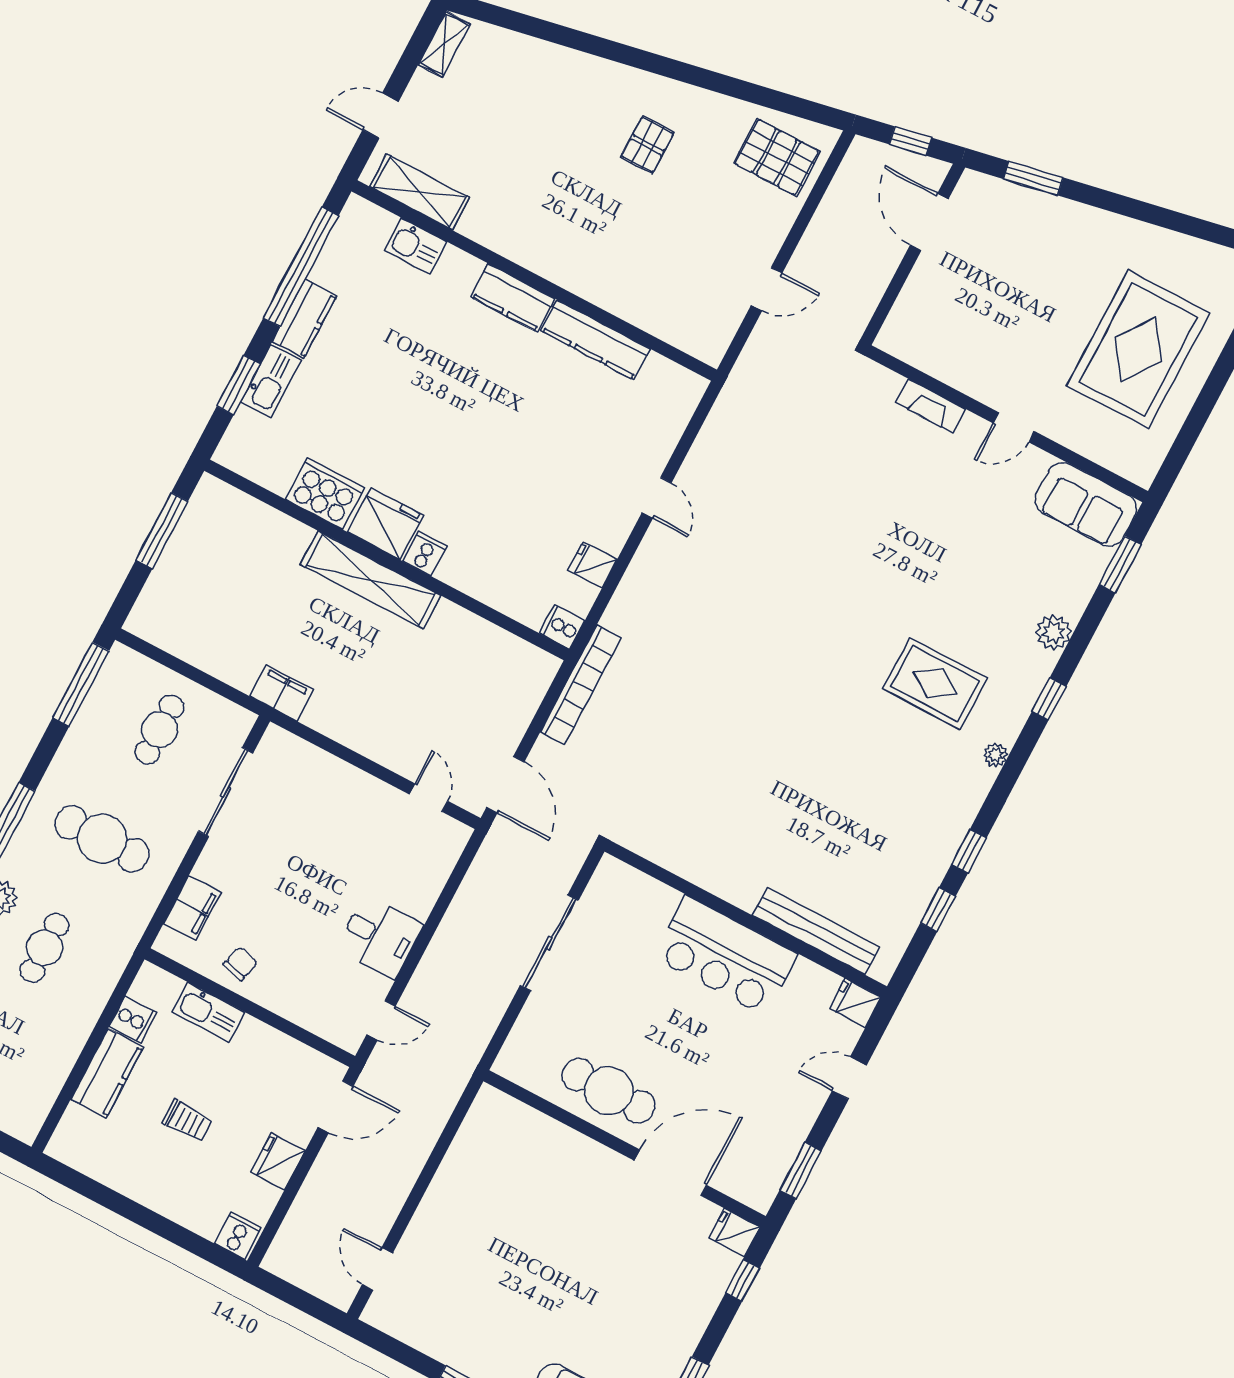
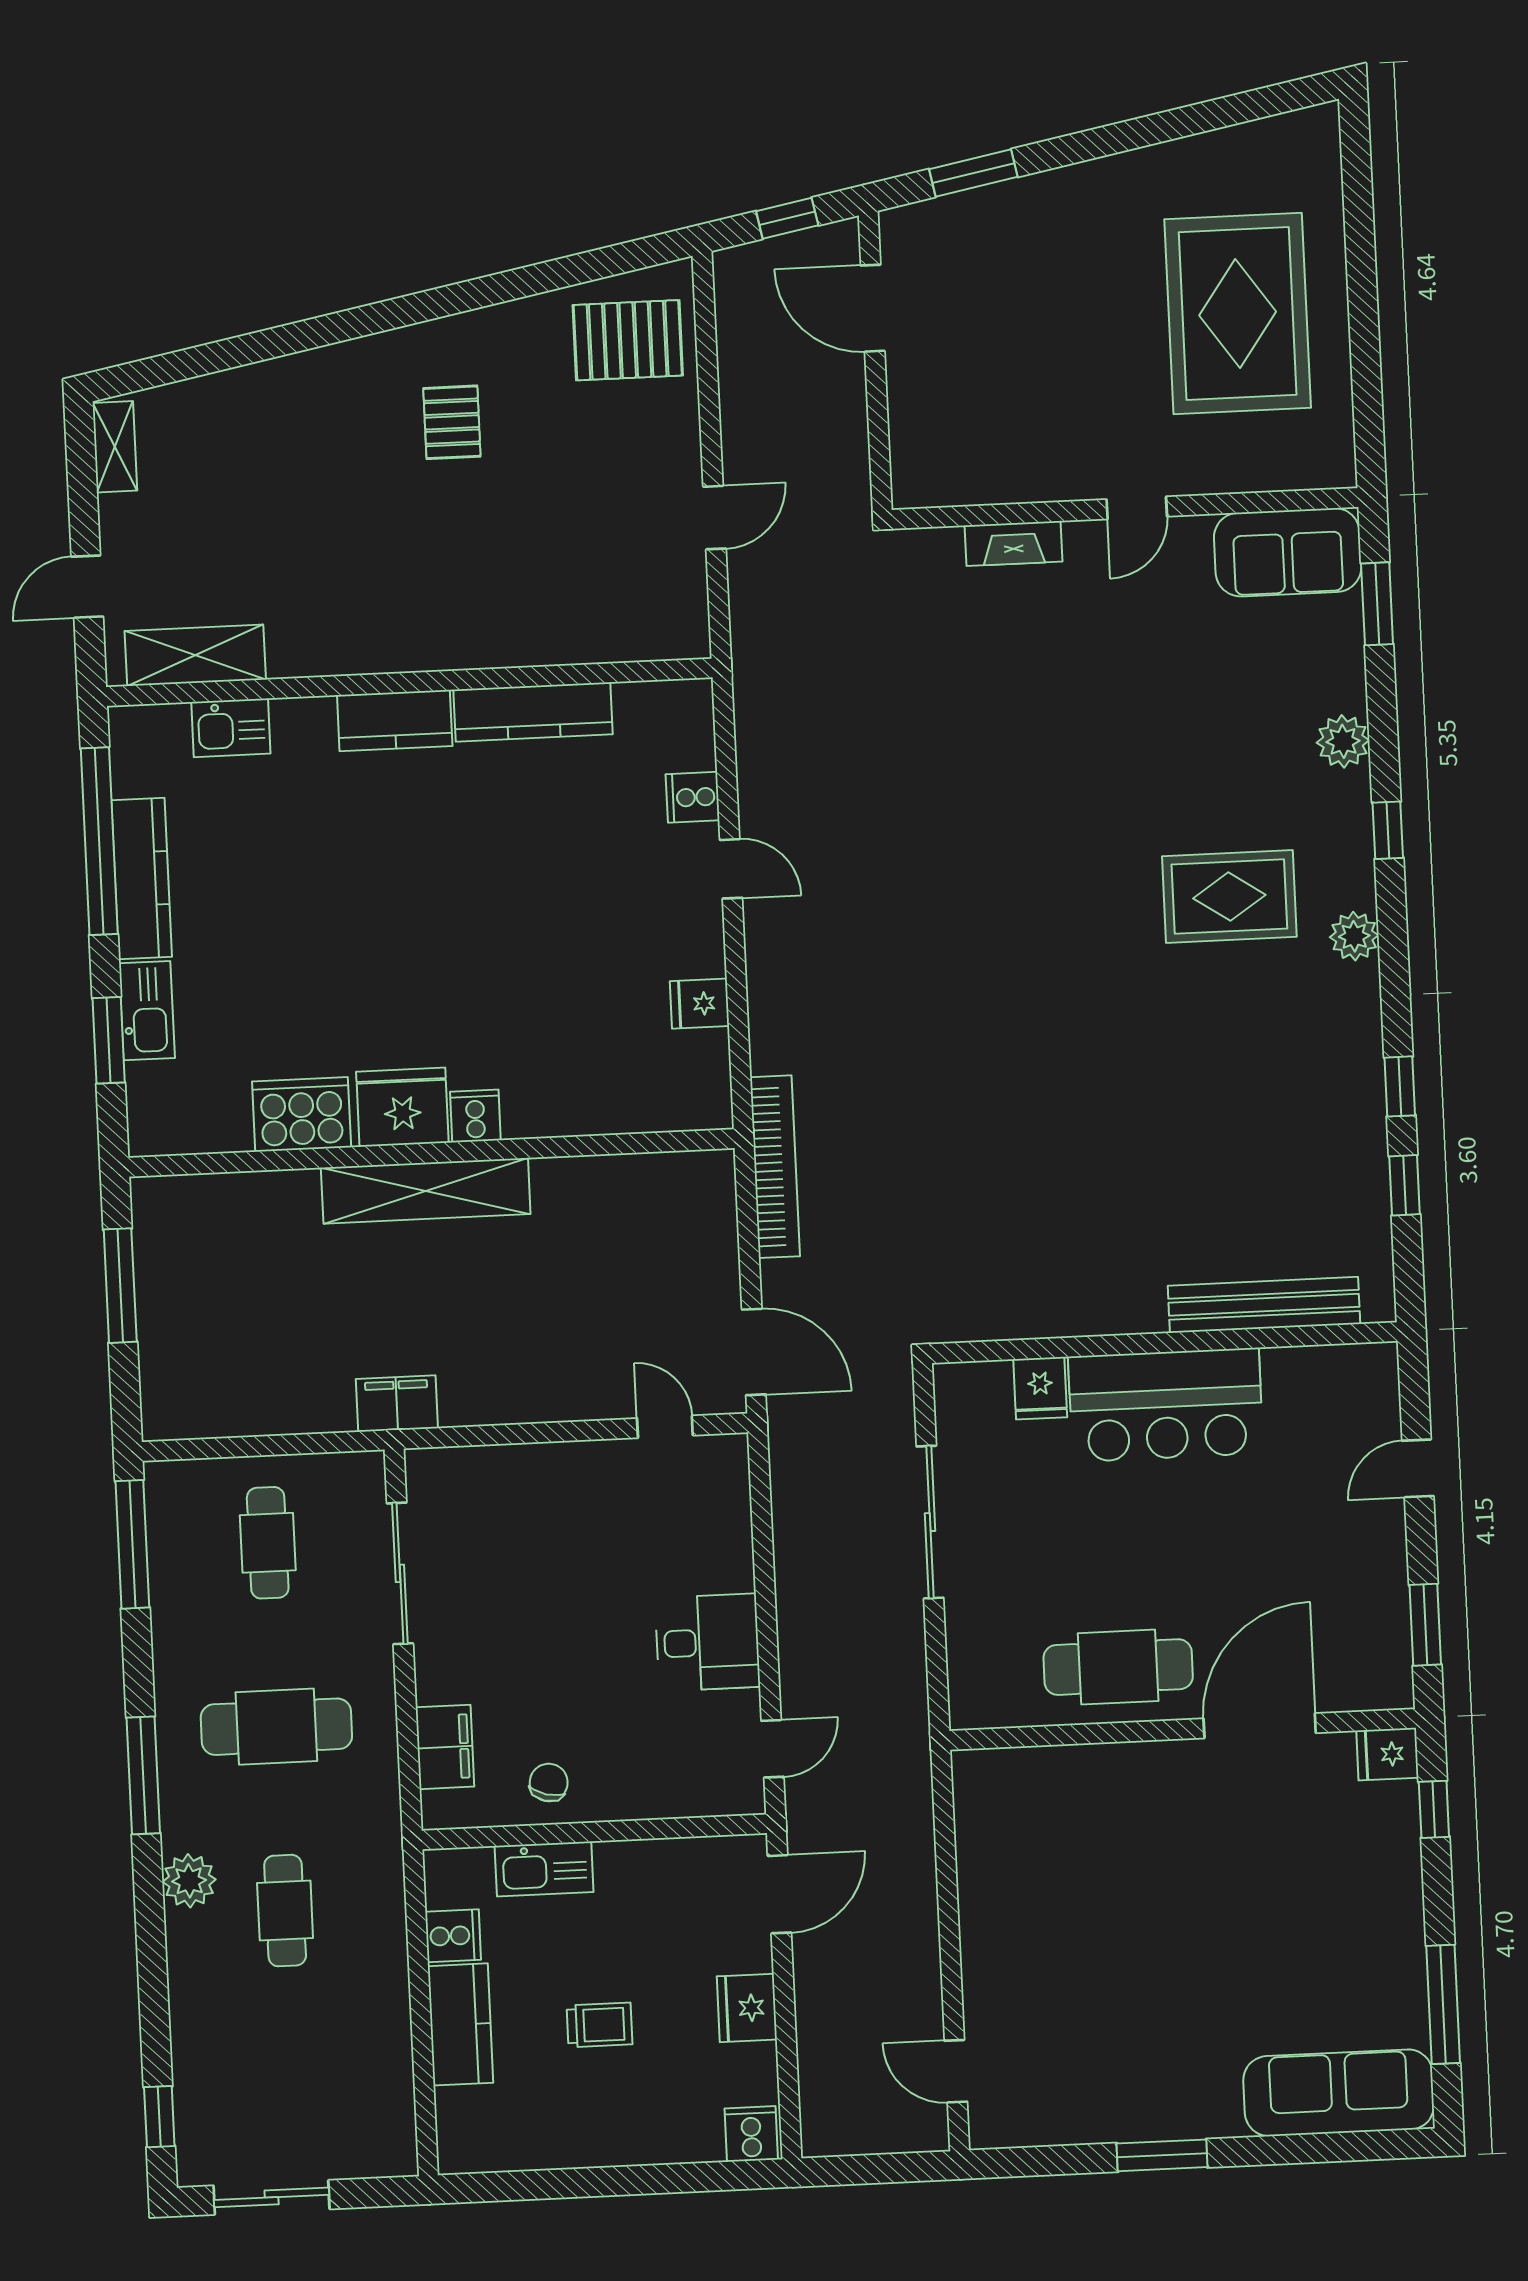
kitchen counter: (304, 319) -> (142, 879), width x1.50
cooker: (562, 627) -> (693, 797), moved
plant: (996, 755) -> (1354, 936), width x1.38, depth x1.38
fridge: (855, 1003) -> (1040, 1388), moved, turned -90

